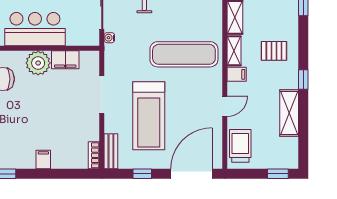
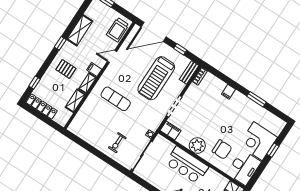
exercise mat: (184, 54) -> (116, 99), width x0.73, depth x0.69
filing cabinet: (65, 60) -> (171, 131), moved
treadmill: (149, 116) -> (156, 78), turned 180

